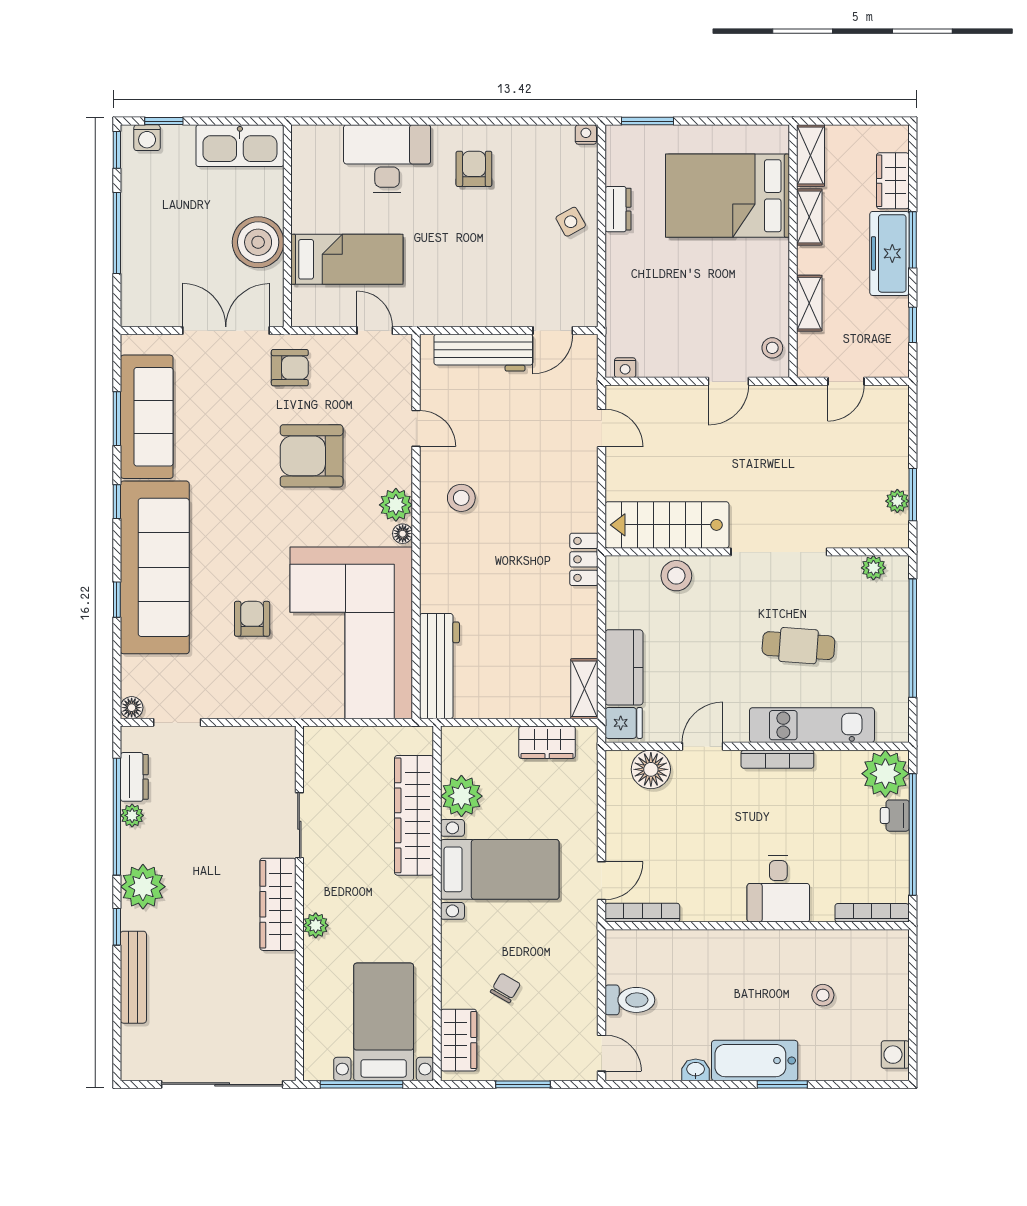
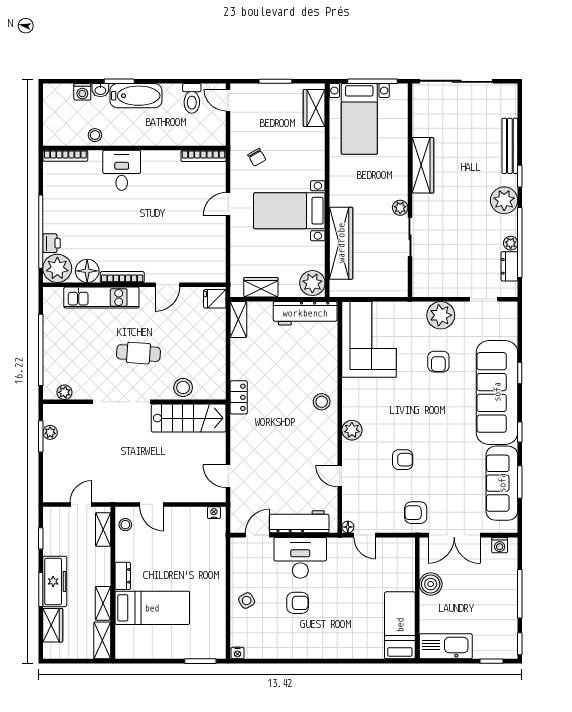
washing machine: (147, 138) -> (500, 545), moved, turned 180
desk: (387, 159) -> (300, 558), moved, turned 180
armchair: (474, 169) -> (298, 603), moved, turned -90
bed: (728, 196) -> (152, 608), width x0.67
dresser: (618, 209) -> (123, 576), moved, turned 180
boiler: (258, 242) -> (431, 584), width x0.73, depth x0.73
bed: (347, 259) -> (400, 625), moved, turned 90
shelving: (809, 303) -> (103, 529), moved
door: (728, 381) -> (152, 504), swing flipped
armchair: (312, 456) -> (403, 460), width x0.53, depth x0.53
stool: (461, 498) -> (322, 402), moved
floor lamp: (403, 534) -> (348, 527), moved
corner sofa: (351, 633) -> (369, 339), width x0.73, depth x0.74
cafe table: (798, 646) -> (138, 353), moved
workbench: (439, 666) -> (305, 313), moved, turned -90
kitchen counter: (624, 667) -> (215, 332), removed
plant: (248, 696) -> (441, 315), added
floor lamp: (132, 708) -> (511, 308), removed
floor lamp: (651, 769) -> (87, 271), moved
plant: (461, 796) -> (312, 283), moved
desk: (778, 889) -> (122, 170), moved
wardrobe: (278, 904) -> (423, 165), moved
bookcase: (642, 913) -> (203, 156), moved
bookcase: (872, 913) -> (65, 156), moved
plant: (316, 925) -> (400, 208), moved
wall: (757, 926) -> (134, 148), moved
chair: (505, 988) -> (257, 157), moved, turned -60
toilet: (630, 1000) -> (192, 98), moved, turned -90
washing machine: (895, 1055) -> (82, 92), moved, turned 90
washbasin: (696, 1070) -> (100, 90), moved

